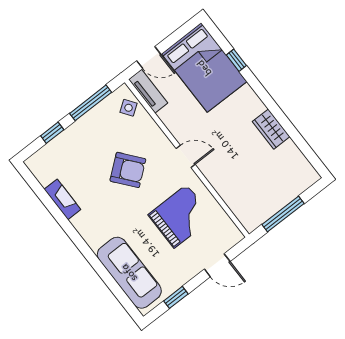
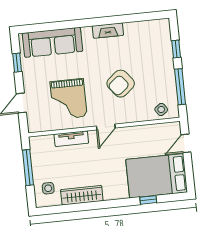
tv unit: (148, 91) -> (71, 139), moved
wardrobe: (271, 129) -> (82, 195), width x1.50
side table: (292, 178) -> (48, 188), added
fireplace: (62, 199) -> (108, 31), moved

